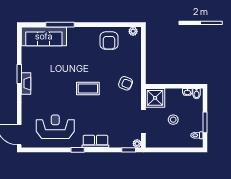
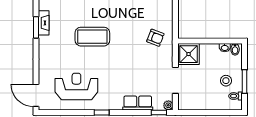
fireplace: (26, 84) -> (44, 23), moved
coffee table: (88, 88) -> (92, 37), moved, width x1.36, depth x1.32
stool: (173, 120) -> (226, 81), moved
row of seats: (95, 141) -> (138, 103), moved

